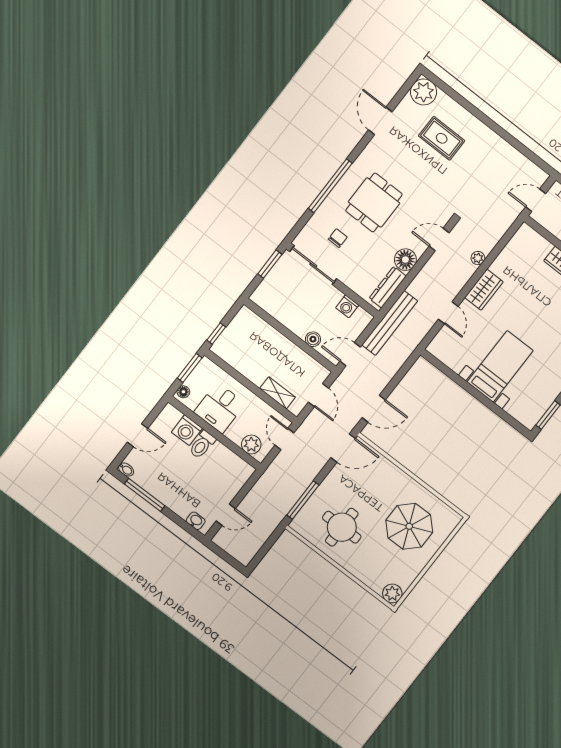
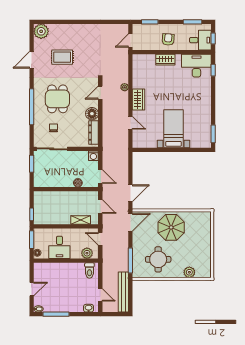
door: (380, 121) -> (32, 60), hinge flipped
rug: (442, 138) -> (62, 57), moved
washing machine: (347, 306) -> (93, 156), moved
bench: (390, 323) -> (123, 292), moved
door: (350, 354) -> (100, 177), swing flipped
washing machine: (187, 430) -> (52, 269), removed
toilet: (202, 445) -> (89, 271), moved
door: (226, 515) -> (100, 295), hinge flipped
parasol: (409, 526) -> (171, 227), moved
plant: (392, 593) -> (189, 272), moved

